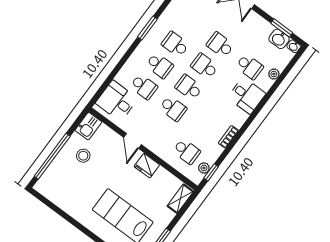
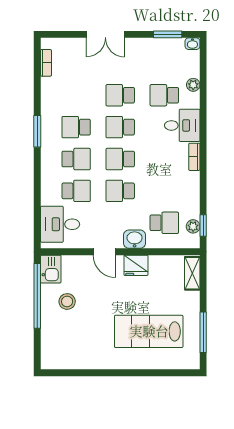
washbasin: (279, 39) -> (135, 239), moved, turned 180
school desk: (250, 67) -> (164, 95), turned 180
school desk: (173, 108) -> (120, 191), turned 180
bookcase: (228, 137) -> (194, 157), moved
window: (52, 156) -> (37, 296), moved

